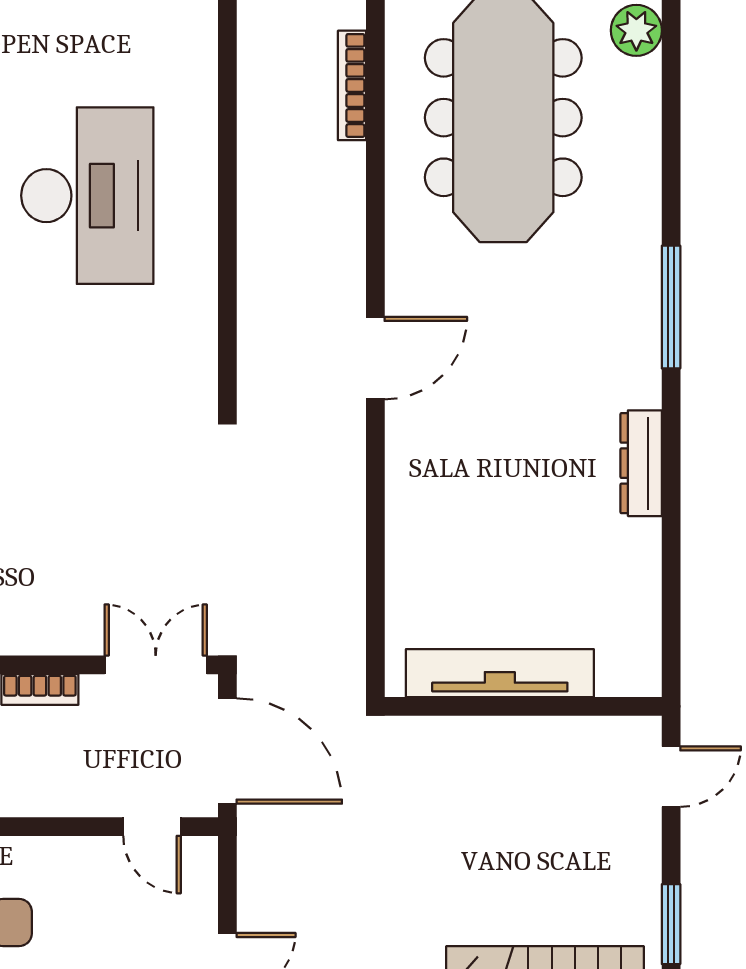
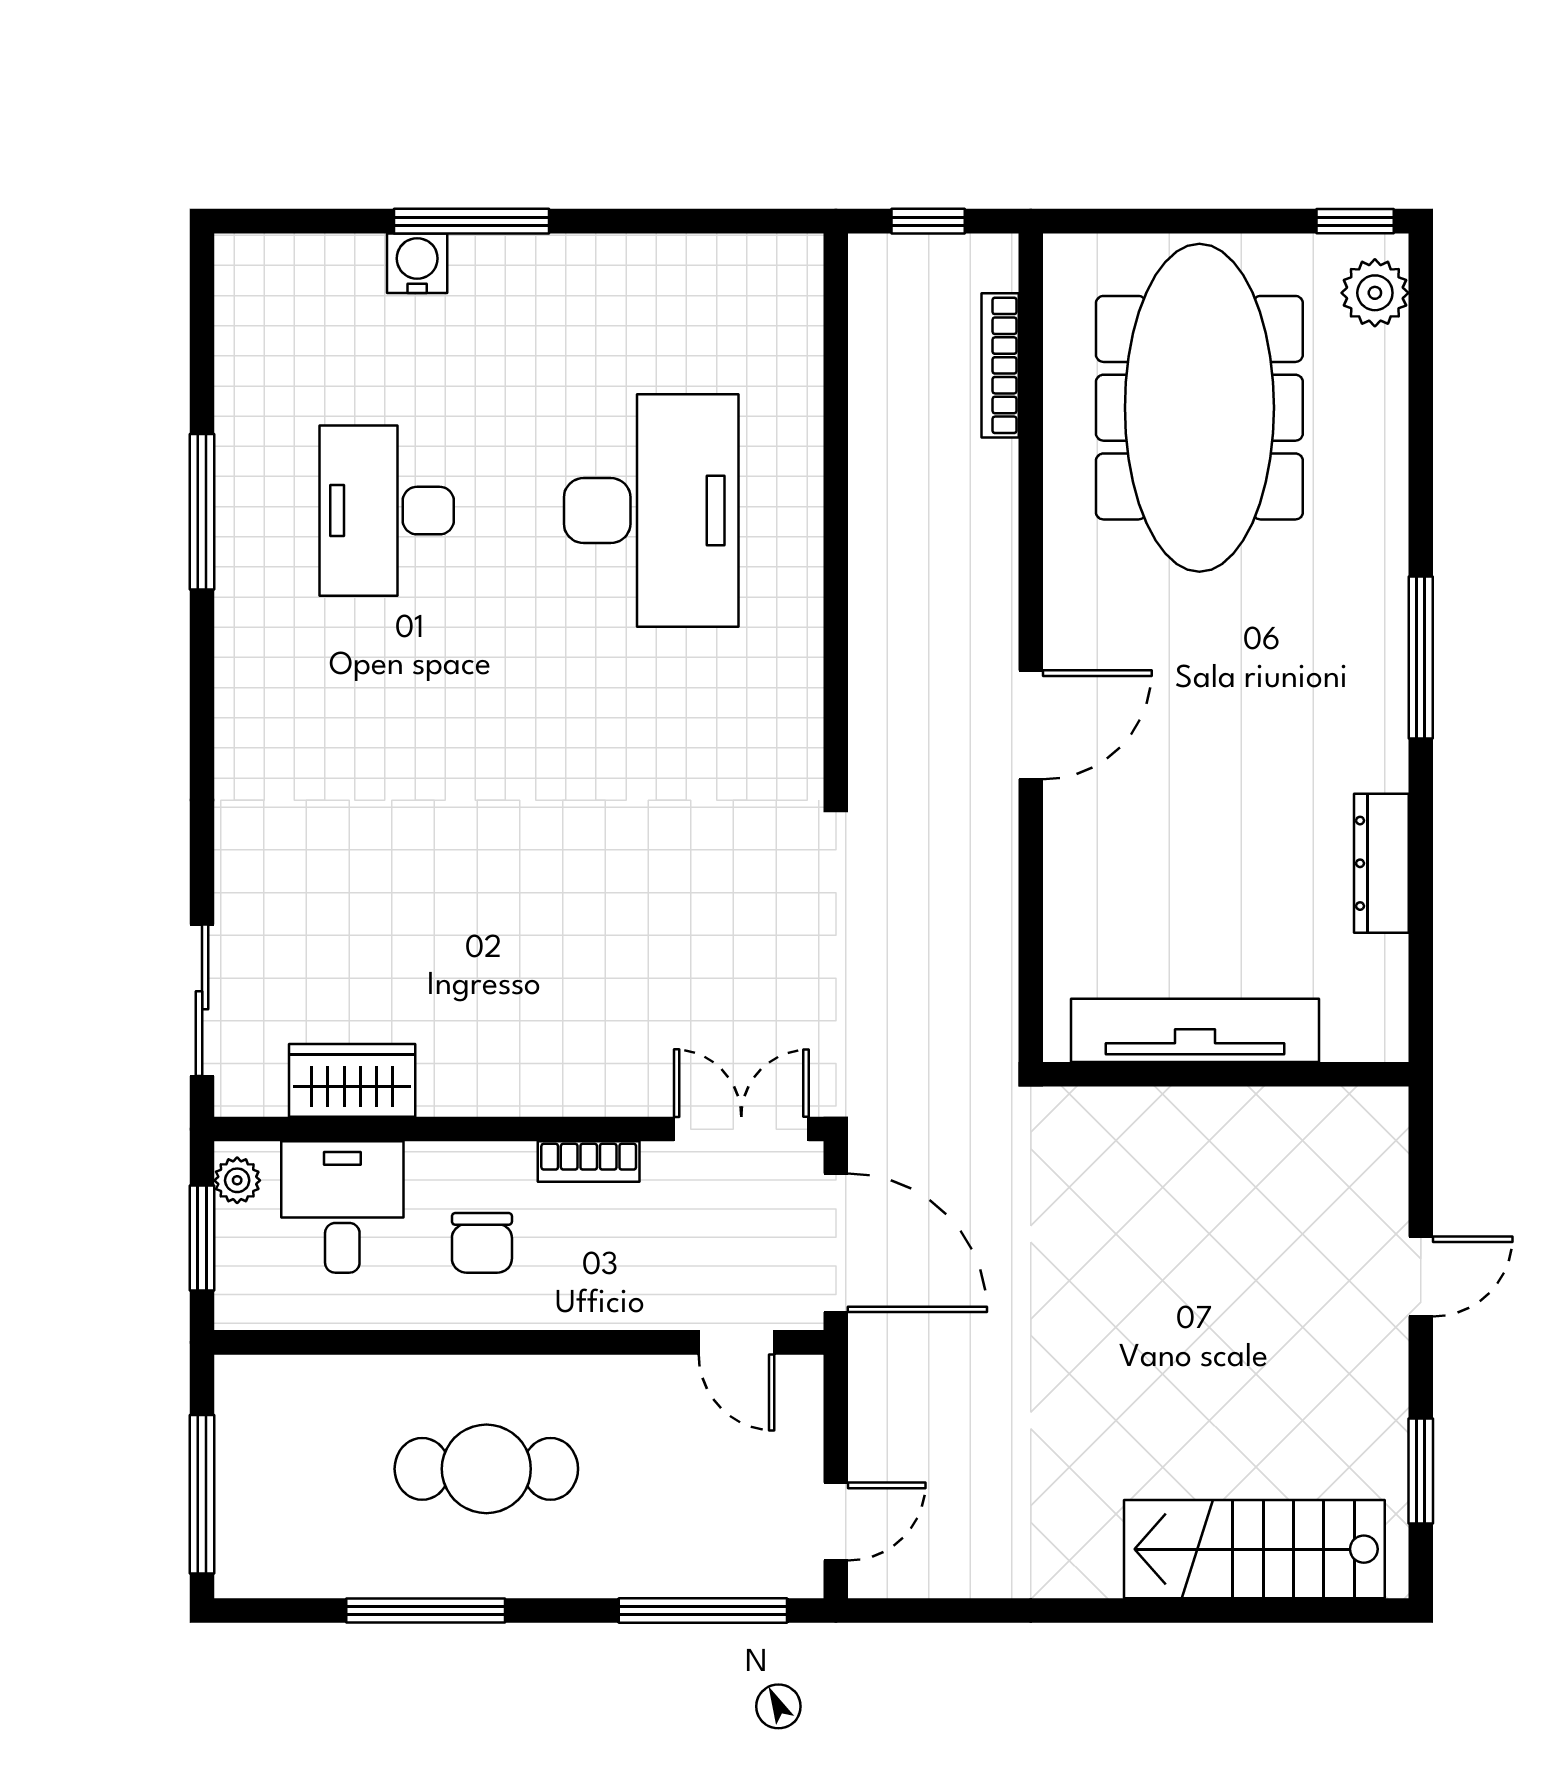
tv unit: (500, 673) -> (1195, 1030), moved
wall: (523, 706) -> (1226, 1074), moved

